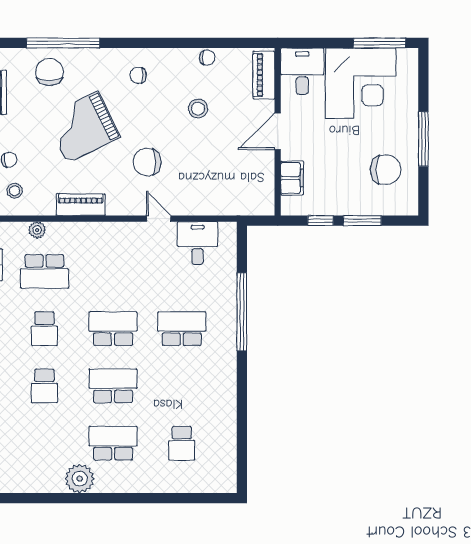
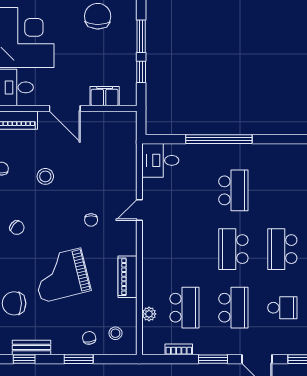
chair: (138, 75) -> (17, 228), turned -51
grand piano: (82, 127) -> (61, 275), turned 102
chair: (147, 162) -> (91, 220), width x0.54, depth x0.54
desk: (198, 243) -> (160, 160), moved
school desk: (44, 329) -> (233, 308), width x1.85
school desk: (182, 329) -> (233, 190), turned 180

